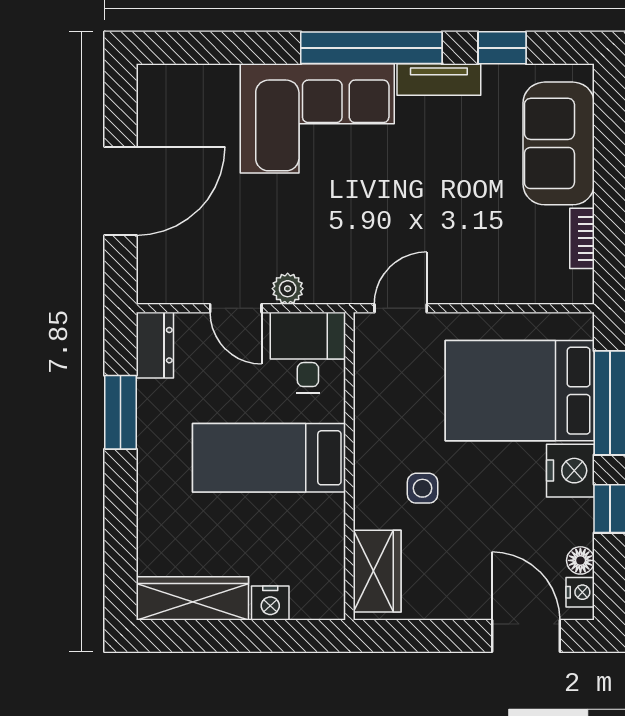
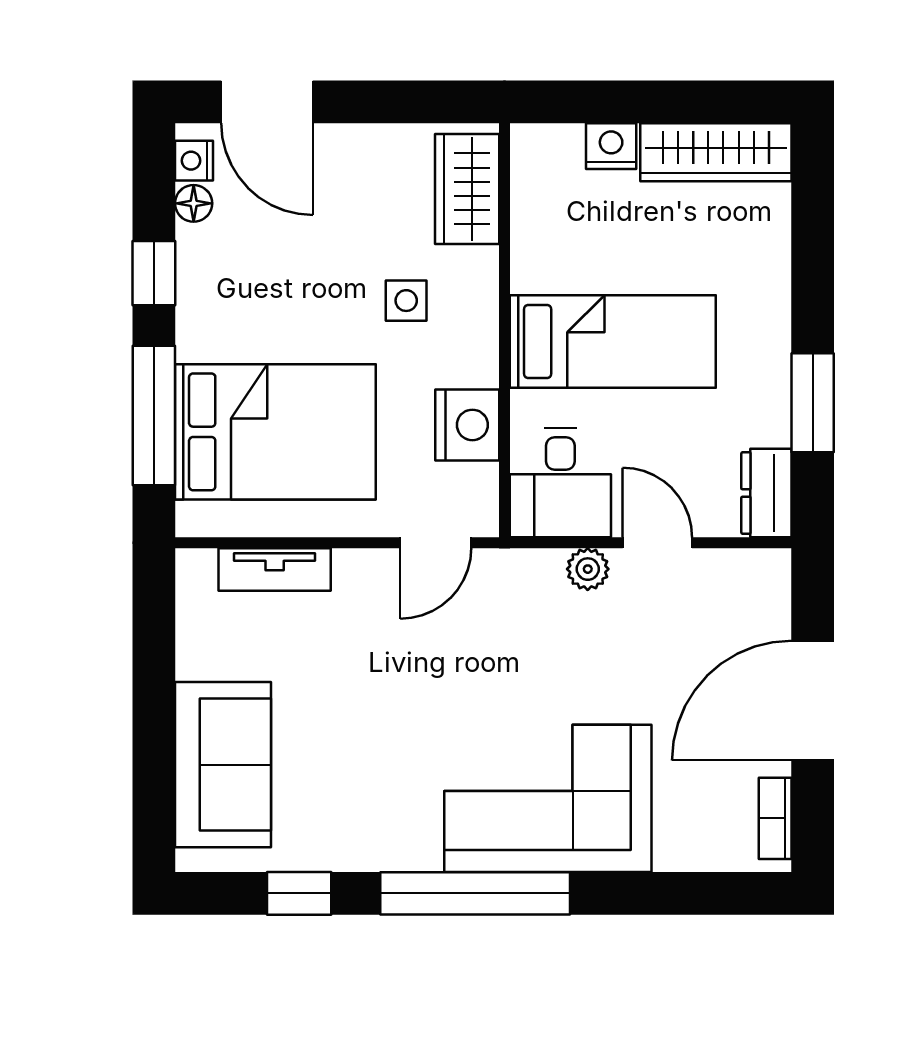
tv unit: (439, 79) -> (275, 569), moved, turned 180
bookcase: (582, 238) -> (775, 818), moved, turned 180
nightstand: (570, 471) -> (467, 425), moved, turned 180

